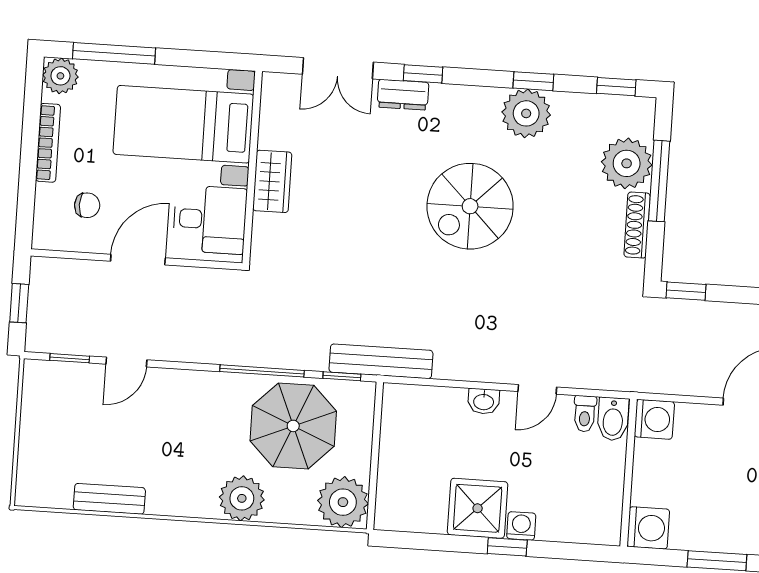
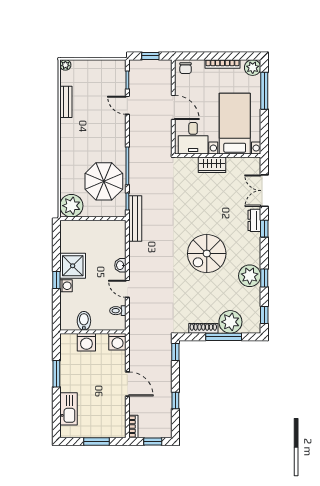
chair: (87, 205) -> (186, 68), moved
spiral stairs: (470, 206) -> (207, 254), turned -90
bidet: (613, 419) -> (84, 321), moved, turned 90
plant: (242, 498) -> (65, 65), moved, width x0.53, depth x0.53
washing machine: (648, 528) -> (86, 342), moved

